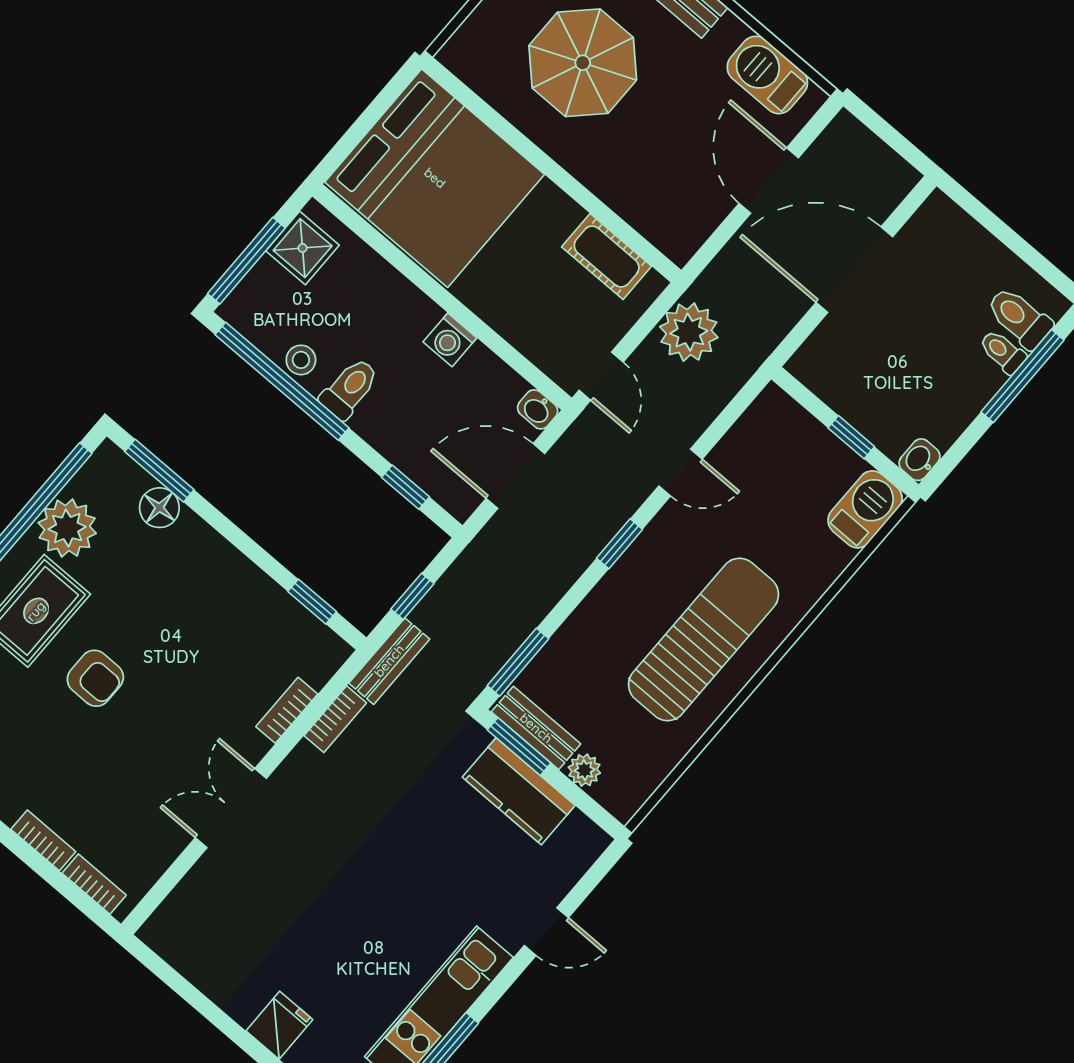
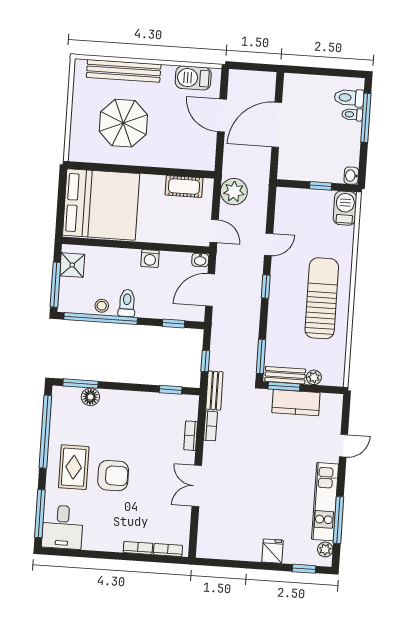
plant: (67, 528) -> (63, 429), removed
armchair: (95, 678) -> (113, 476), width x1.38, depth x1.38

